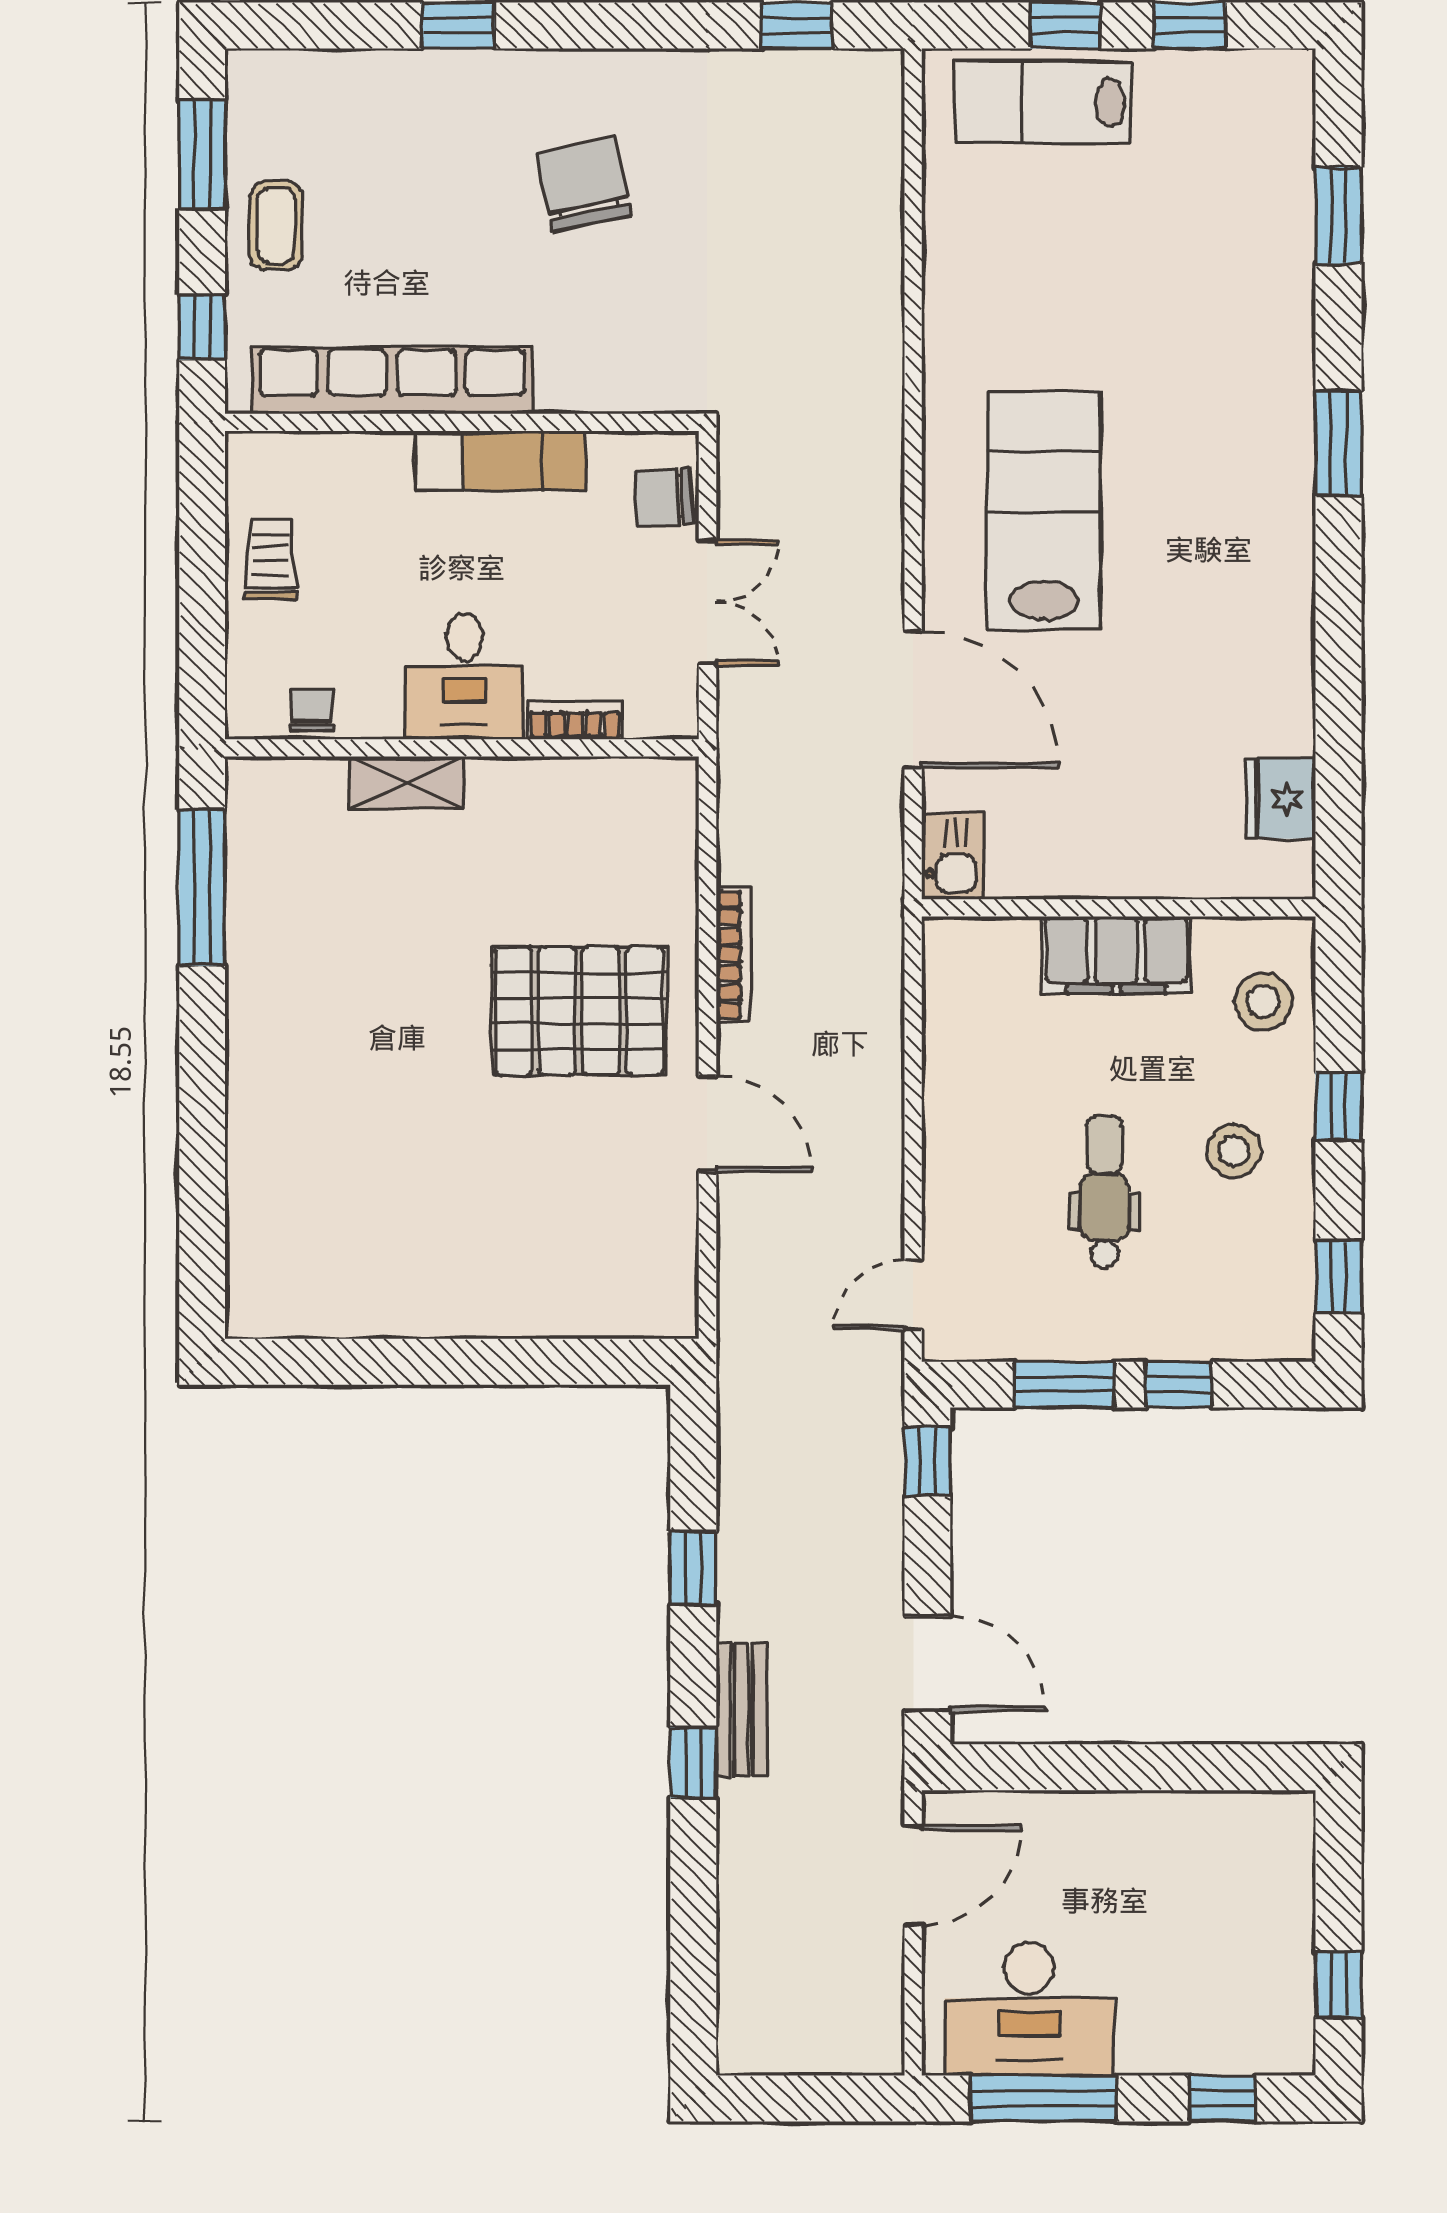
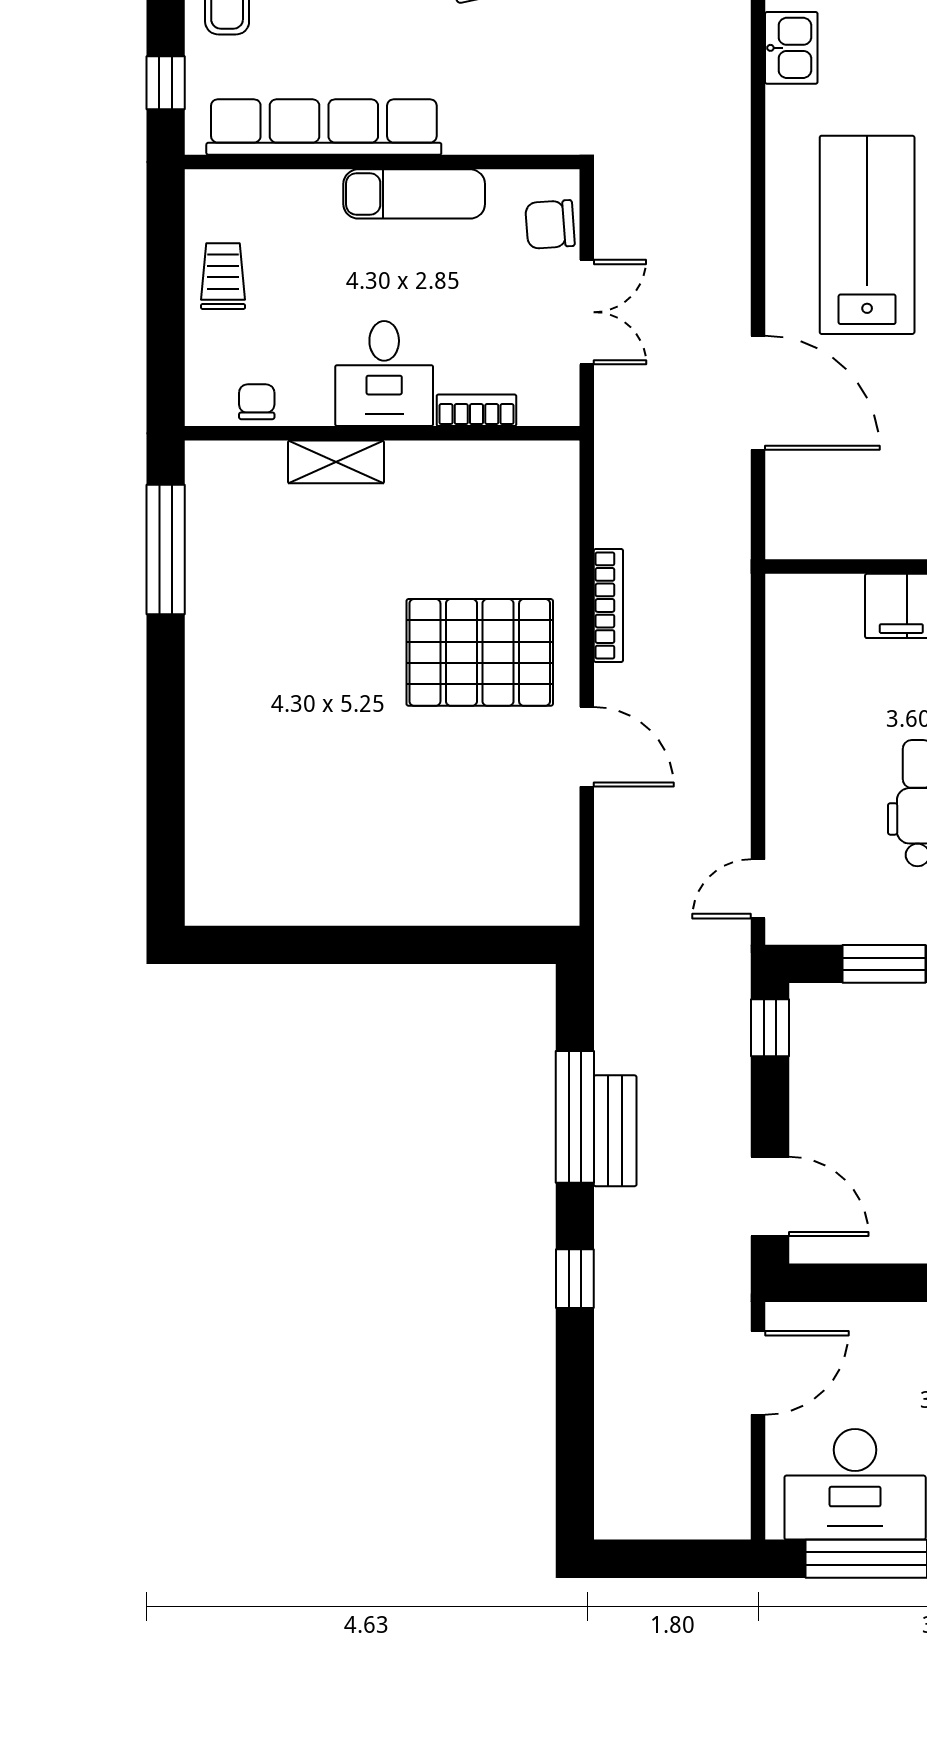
kitchen sink: (953, 856) -> (791, 48), moved
window: (693, 1568) -> (575, 1117), width x2.17
bench: (742, 1709) -> (615, 1131), moved

